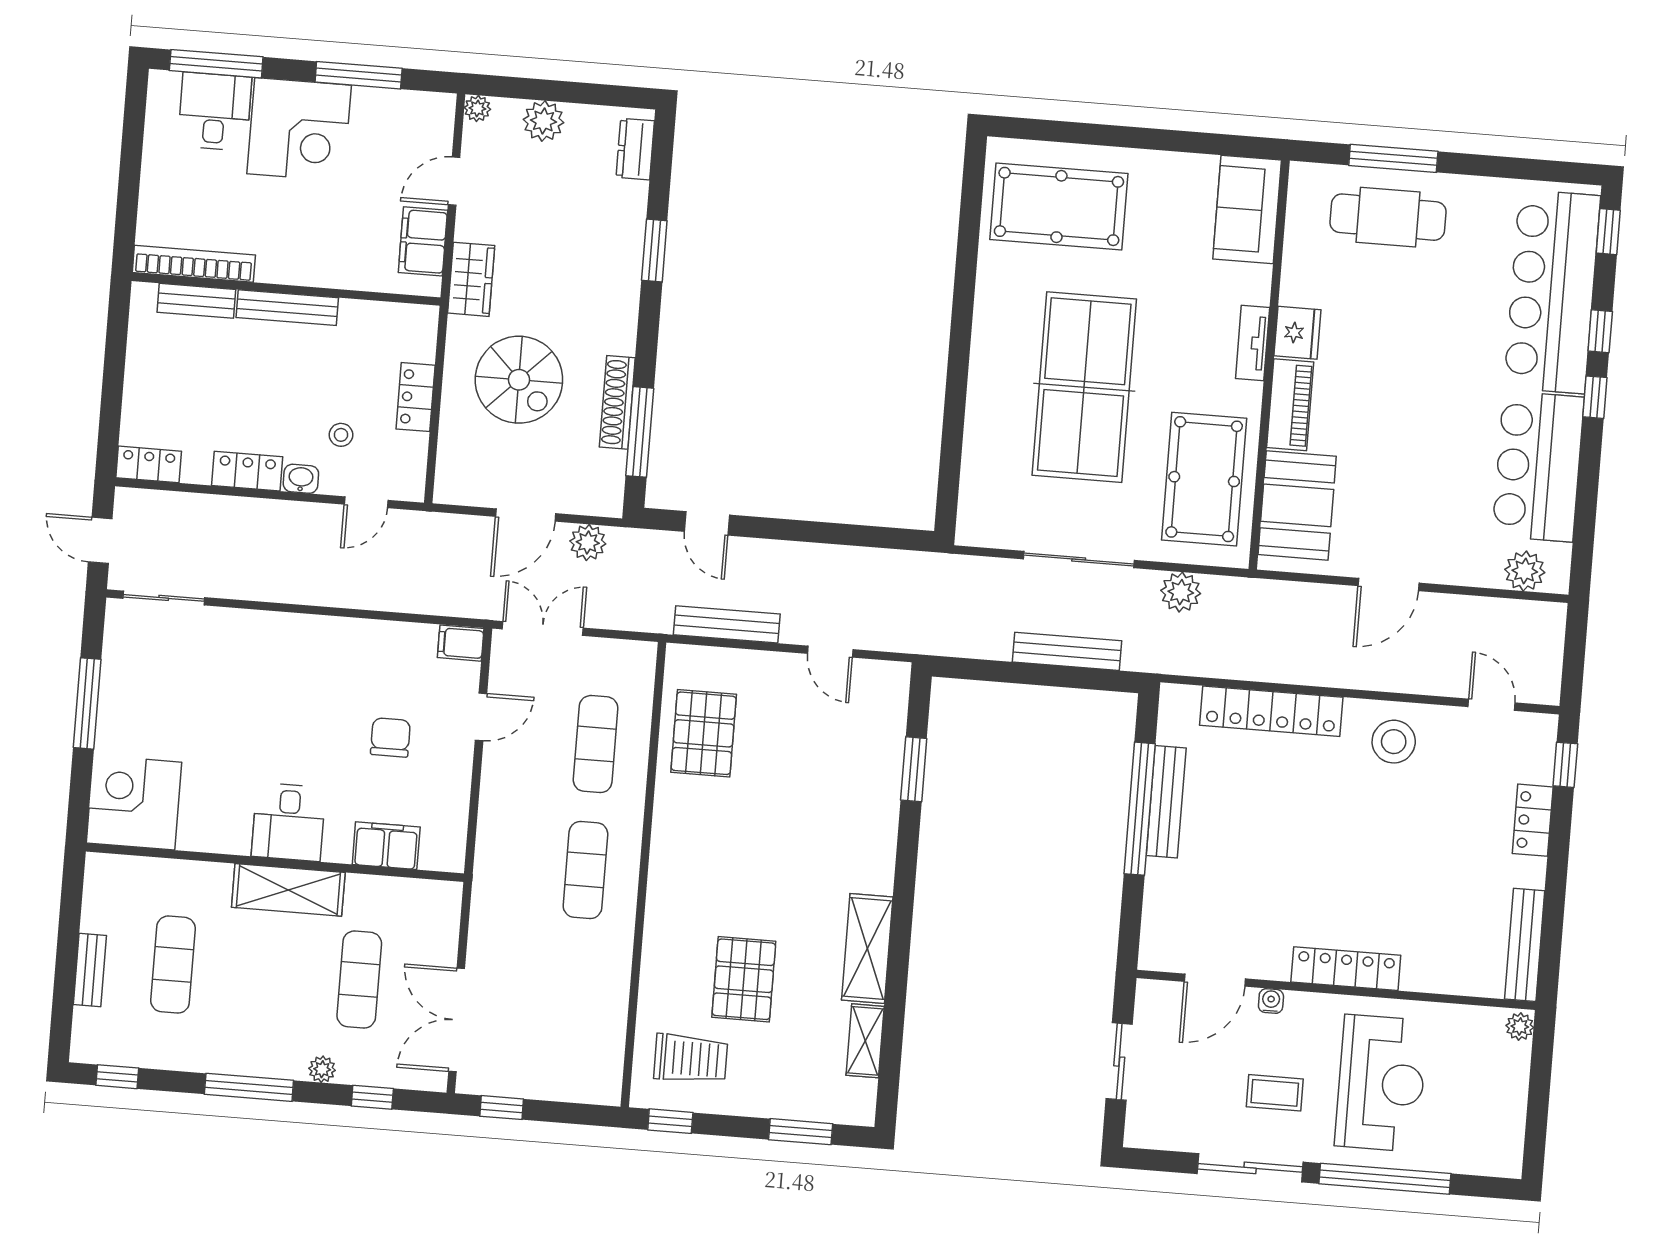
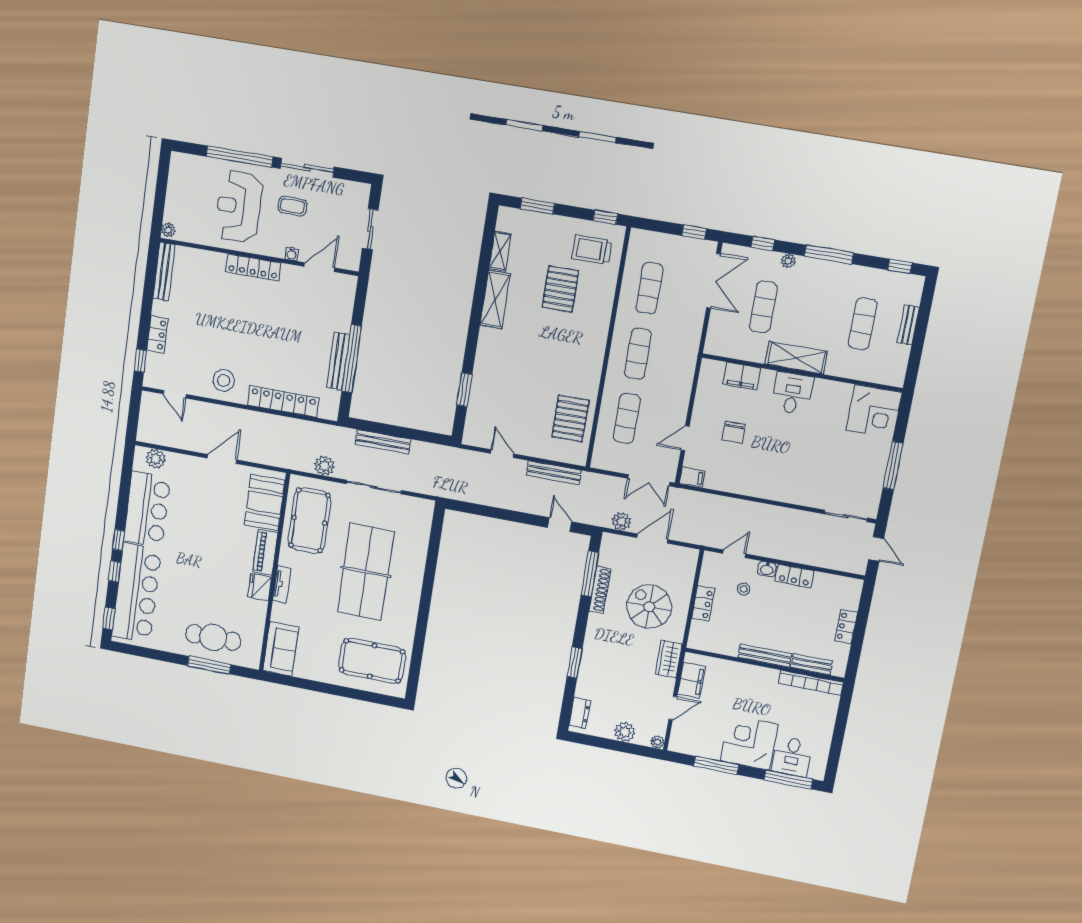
locker: (149, 464) -> (846, 627), moved, turned 90
exercise mat: (575, 996) -> (649, 288), added

